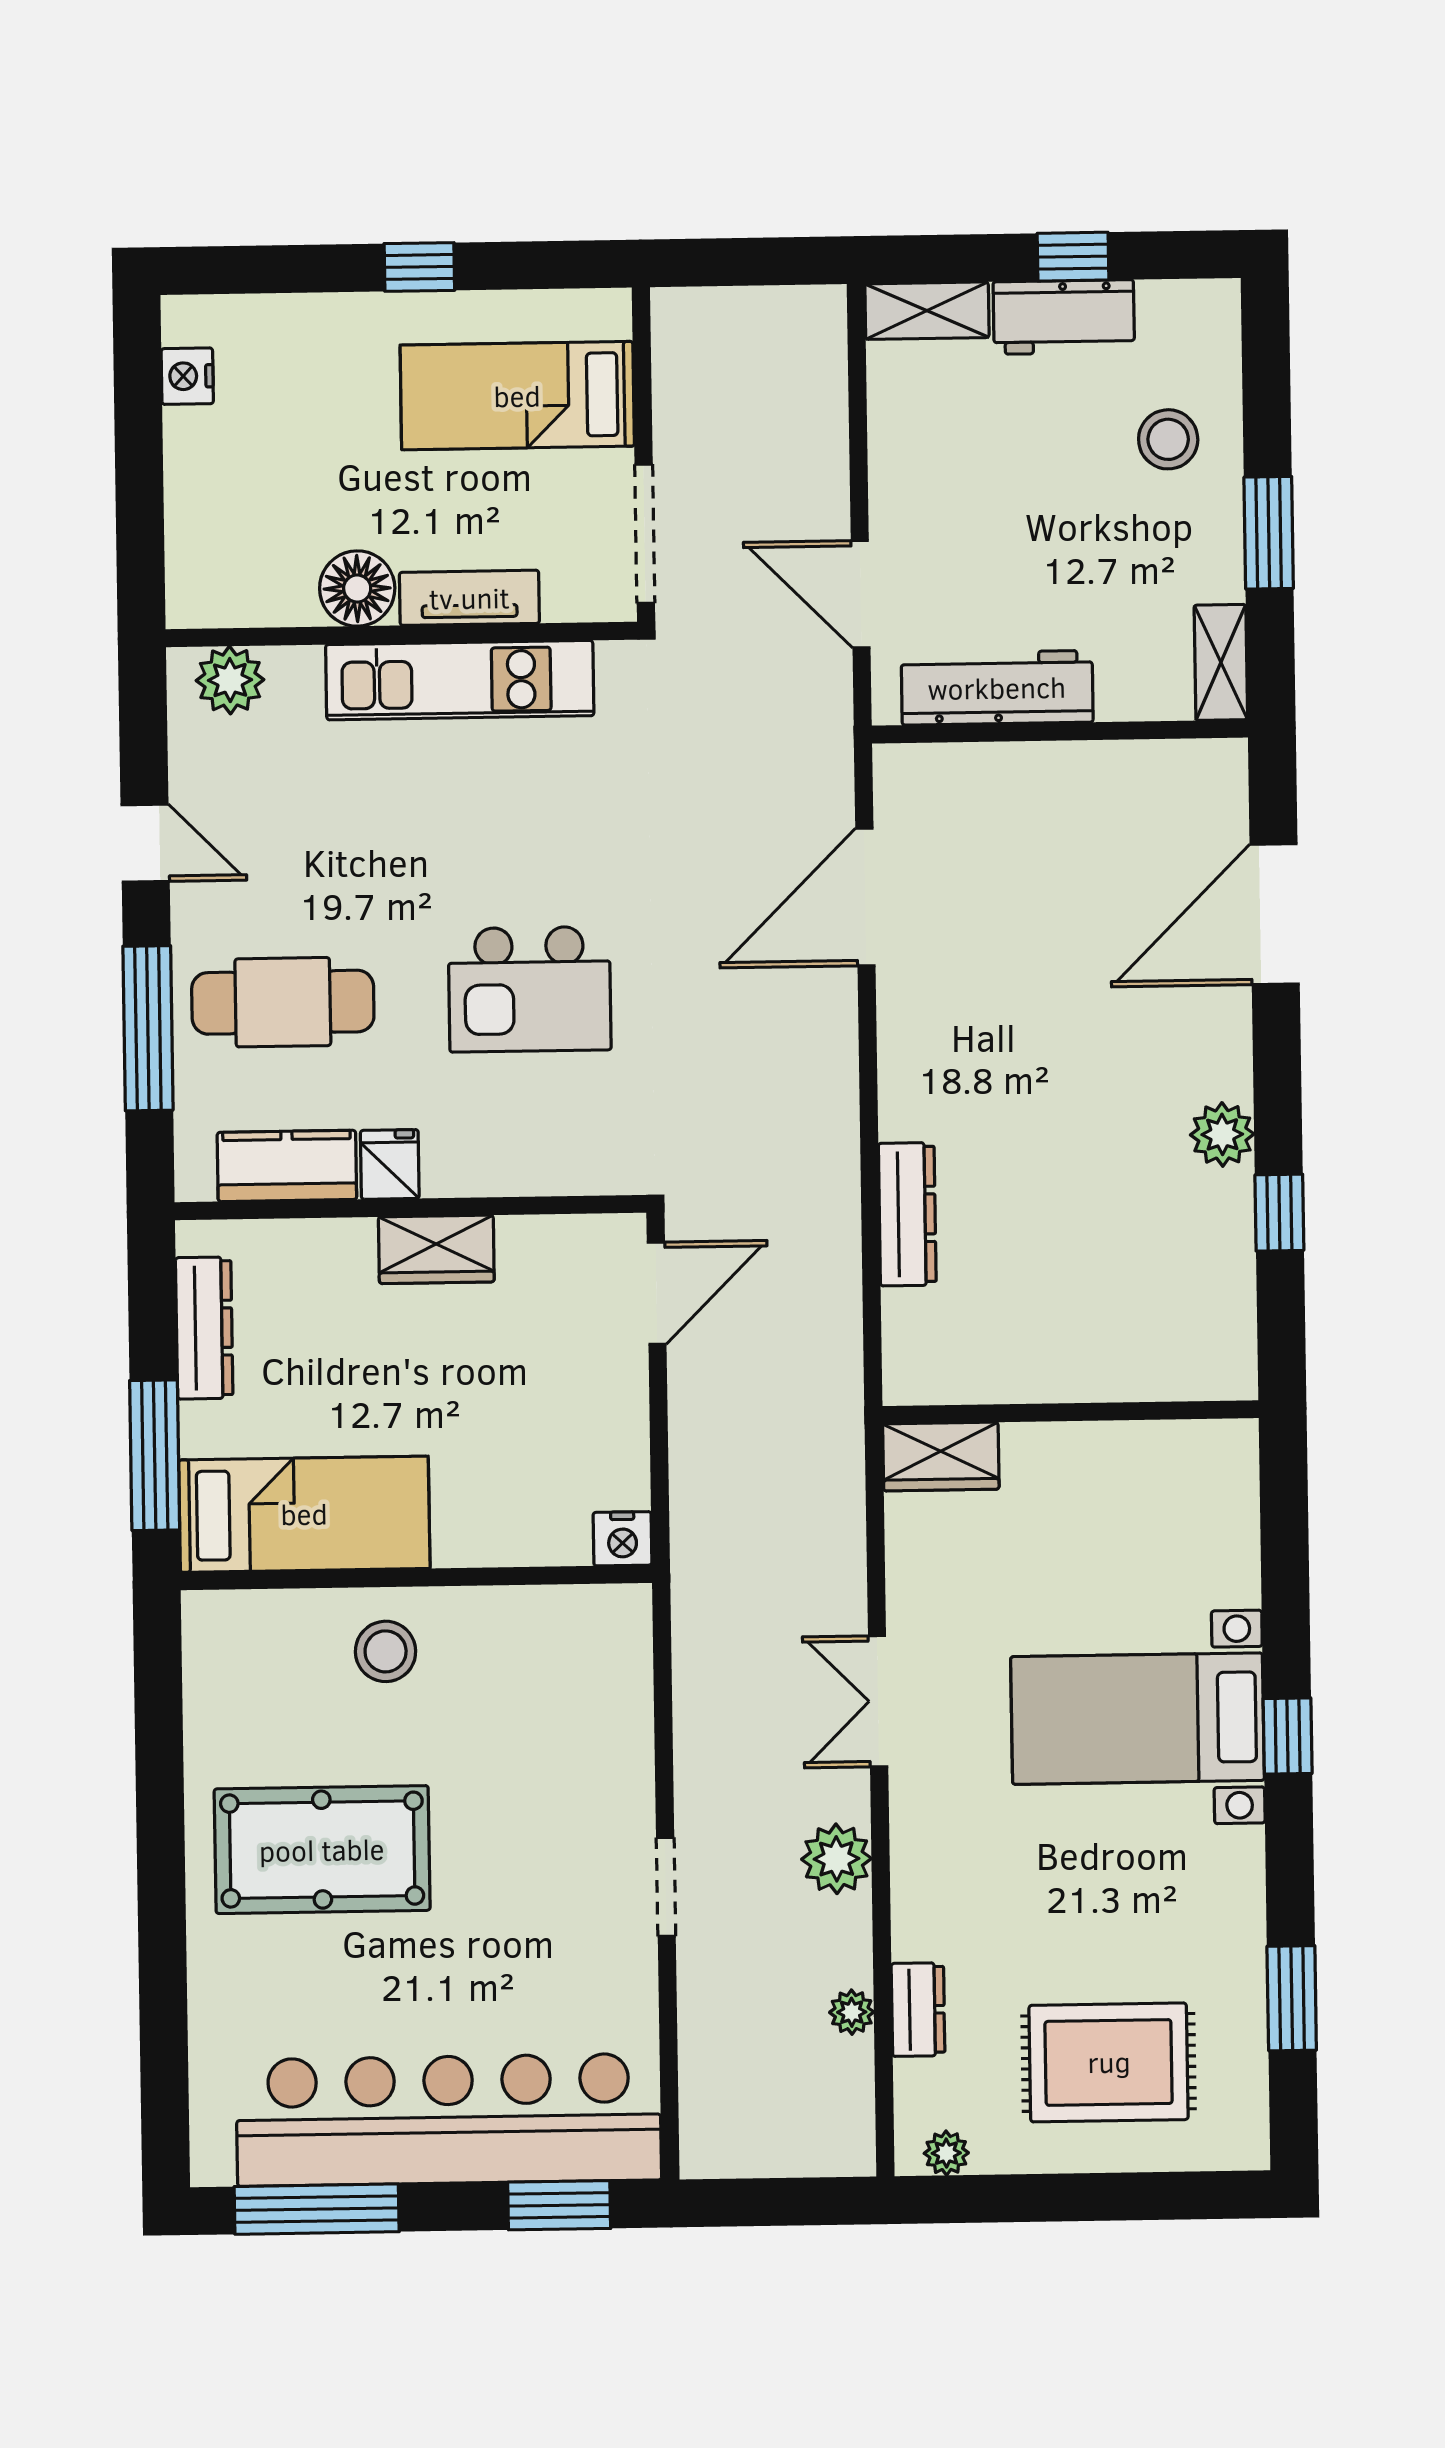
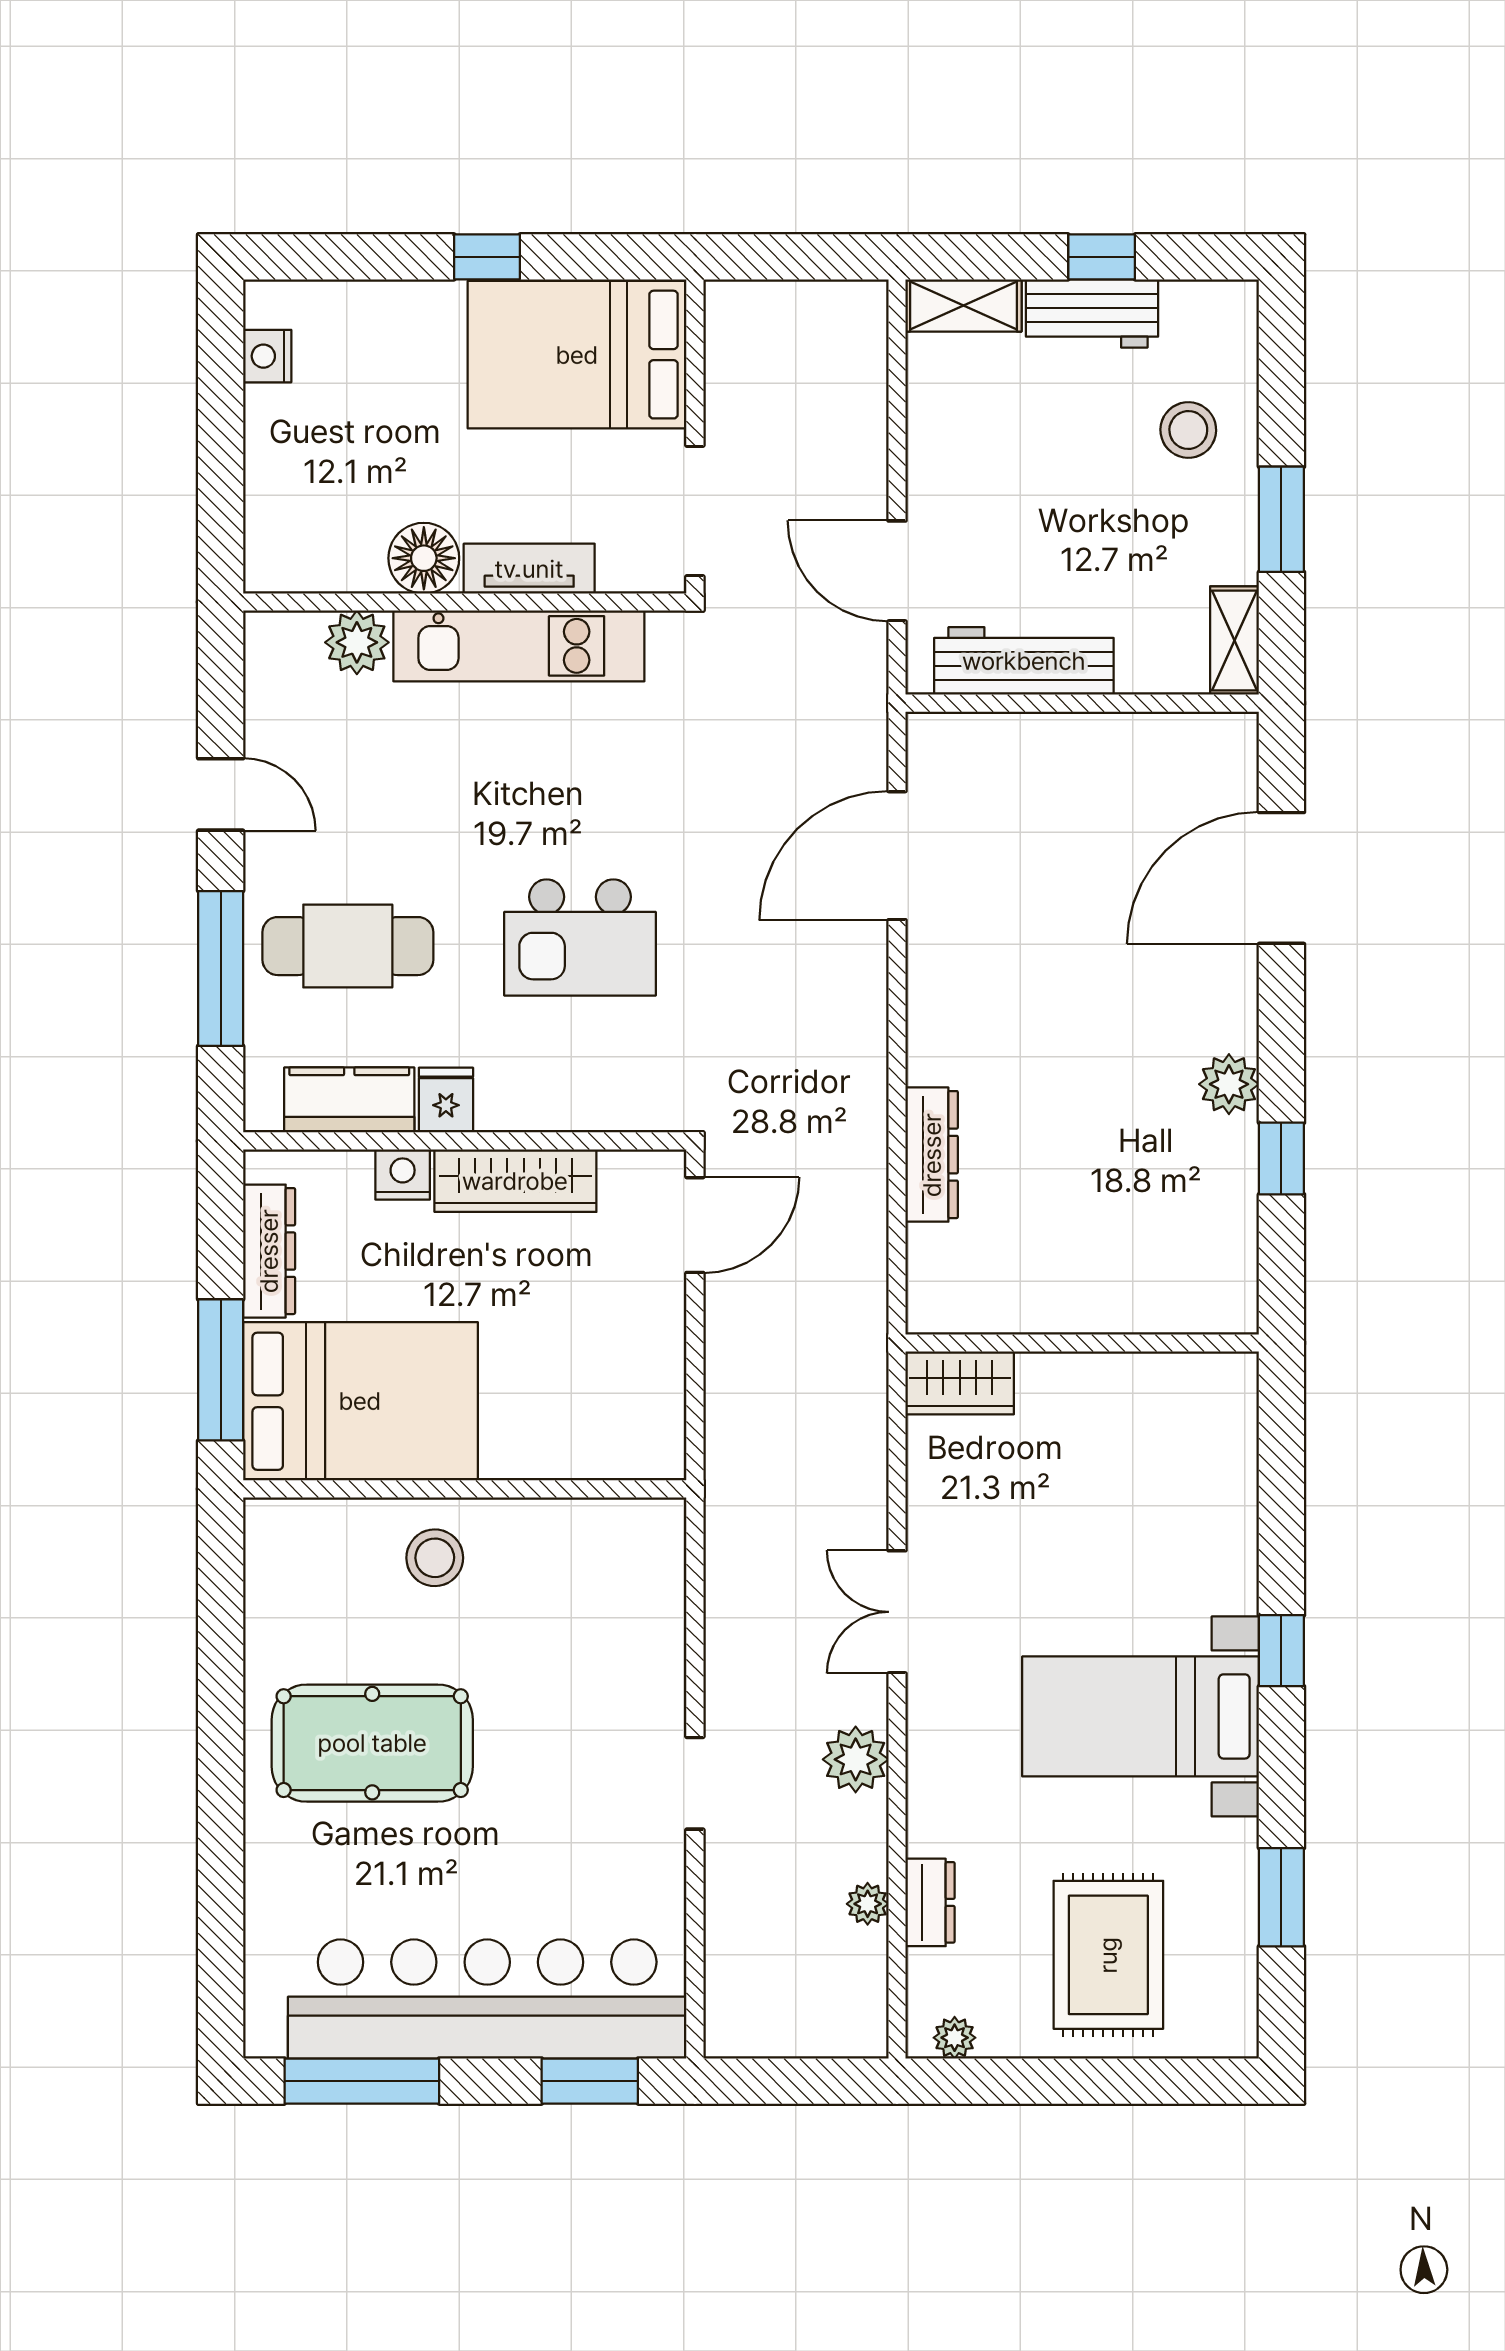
bed: (517, 396) -> (577, 355), width x1.50
plant: (230, 680) -> (357, 642), moved
wardrobe: (436, 1249) -> (515, 1181), width x1.50
bed: (304, 1514) -> (360, 1401), width x1.50
nightstand: (623, 1539) -> (403, 1174), moved, turned 180
bed with nightstands: (1137, 1719) -> (1141, 1716), moved
rug: (1109, 2062) -> (1108, 1955), turned 90

